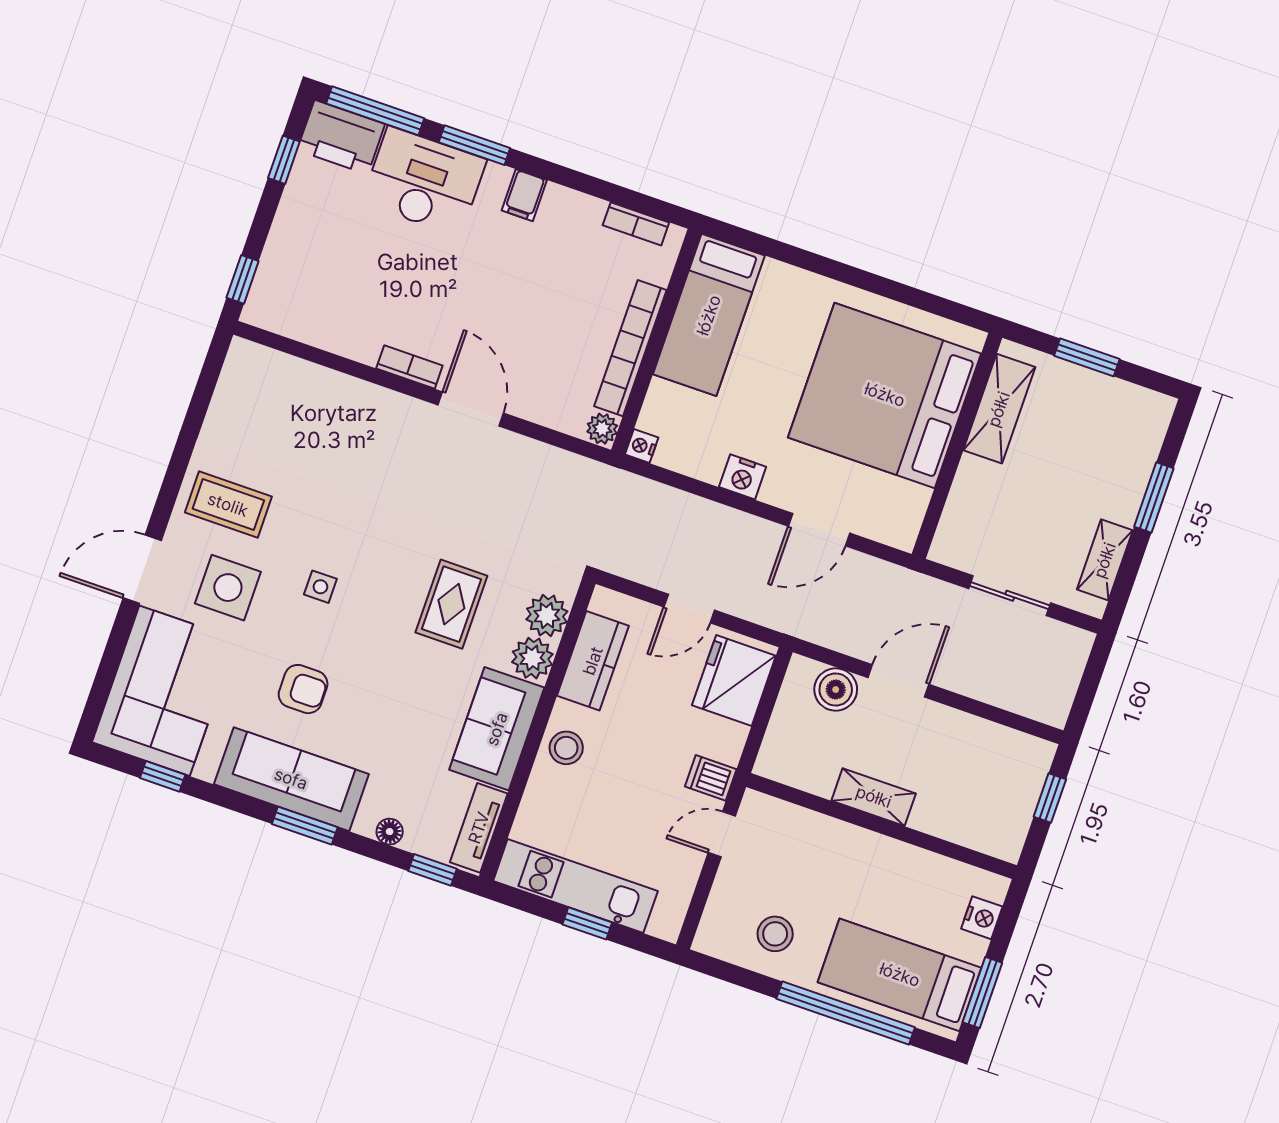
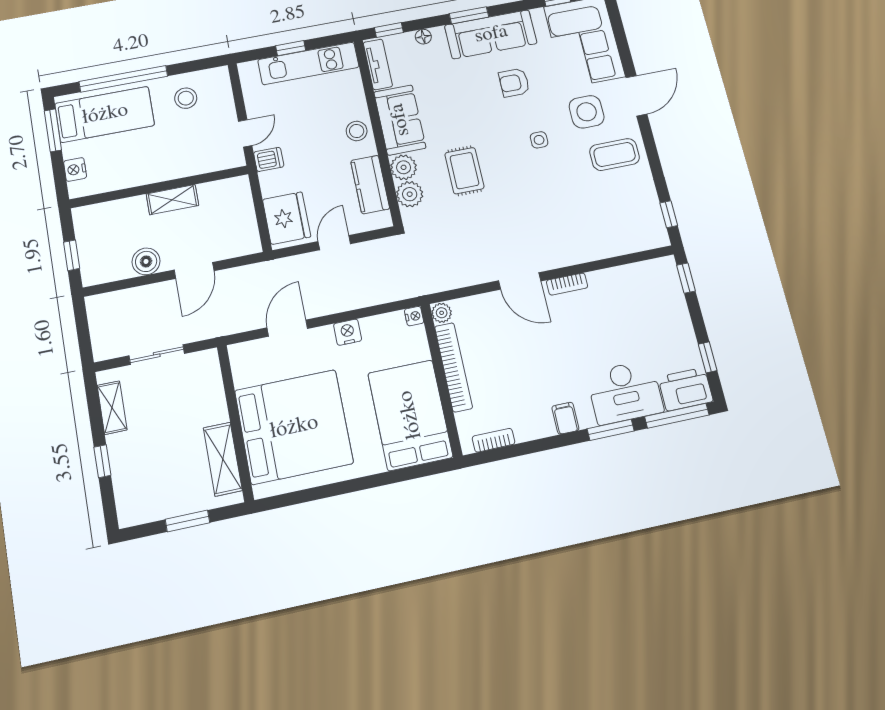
bed: (709, 315) -> (410, 415), width x1.50
window: (208, 378) -> (669, 214), added
window: (1154, 497) -> (102, 461), width x0.67
boiler: (836, 690) -> (146, 261), moved

